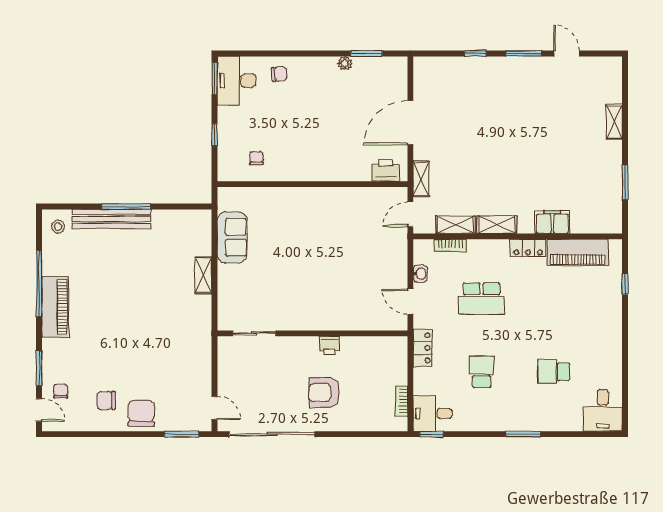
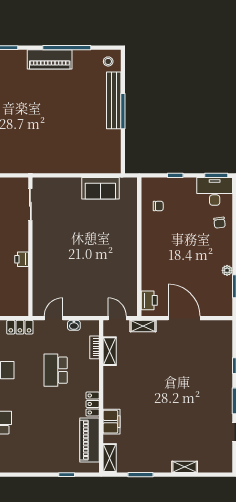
shelving: (497, 225) -> (110, 458), moved
shelving: (203, 275) -> (73, 167), removed

